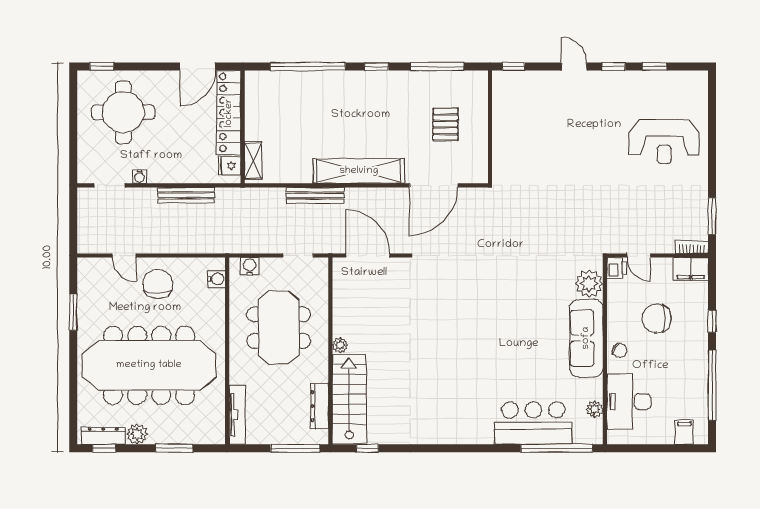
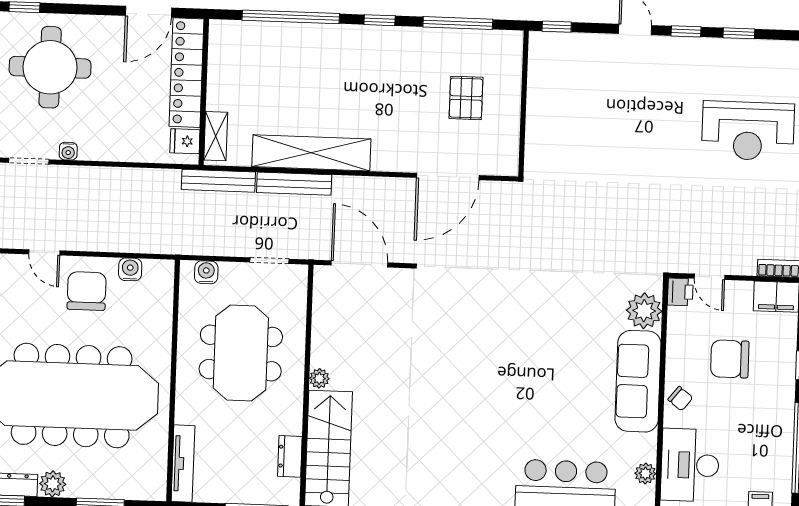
shelving: (359, 171) -> (311, 153), moved
bench: (186, 195) -> (218, 181), moved
water cooler: (216, 279) -> (130, 269), moved, turned -90
dresser: (319, 406) -> (290, 456), width x0.70

